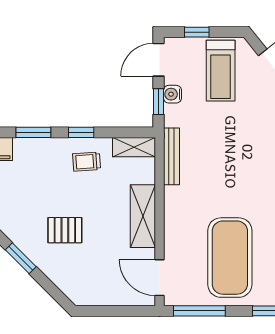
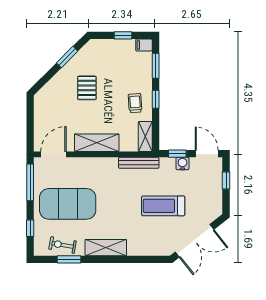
treadmill: (221, 71) -> (163, 206), moved

